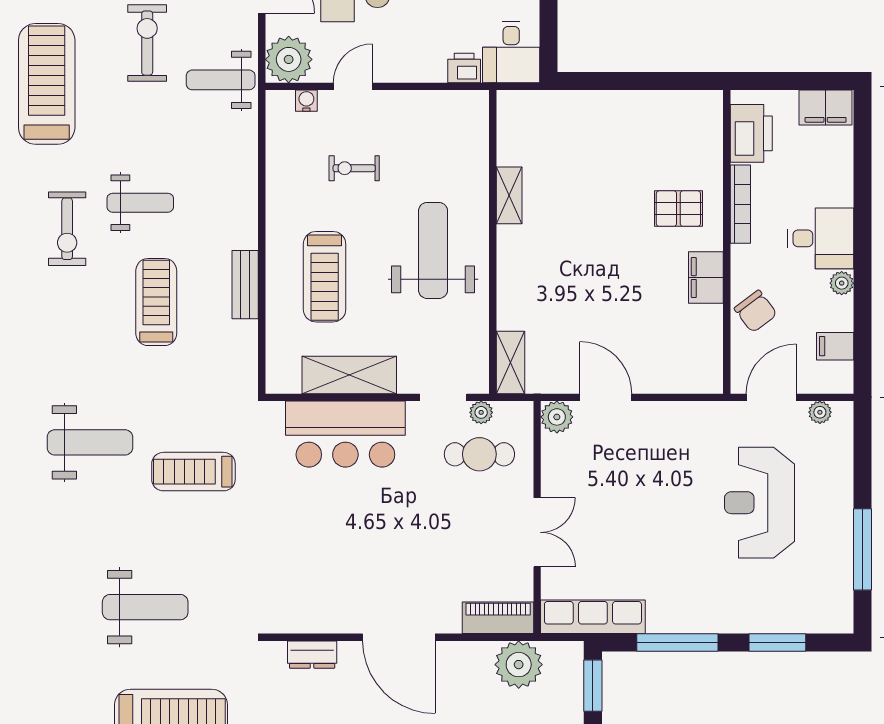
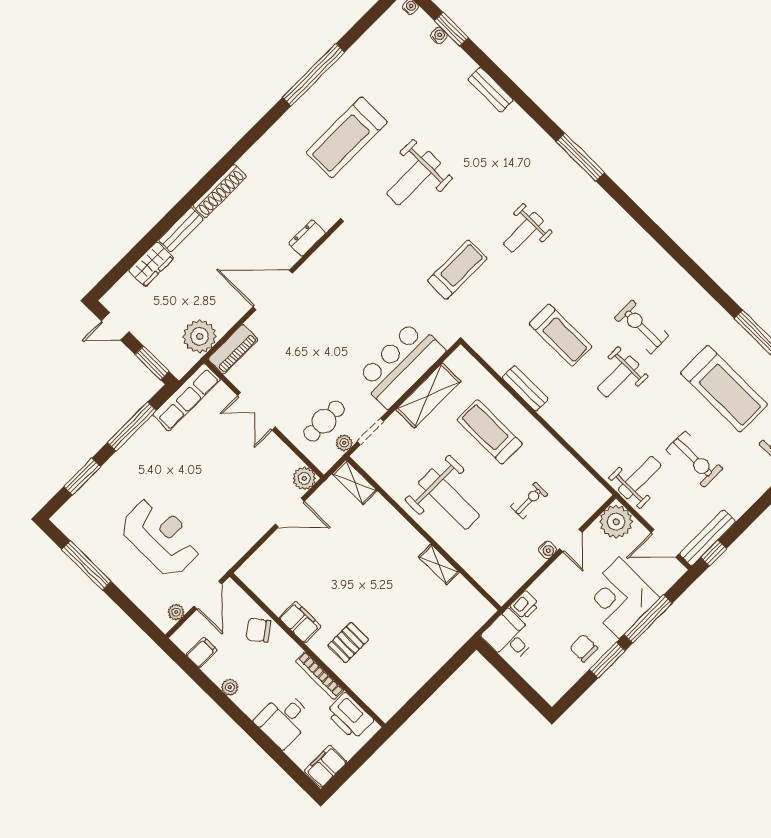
water cooler: (306, 101) -> (547, 550), moved
desk: (821, 238) -> (284, 720), moved
weight bench: (90, 442) -> (523, 232), width x0.73, depth x0.75

